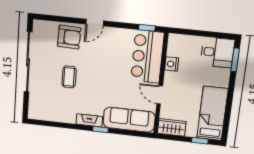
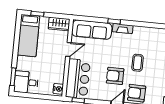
armchair: (98, 60) -> (115, 76), added
nightstand: (172, 64) -> (58, 89), moved
door: (160, 95) -> (68, 50), hinge flipped

